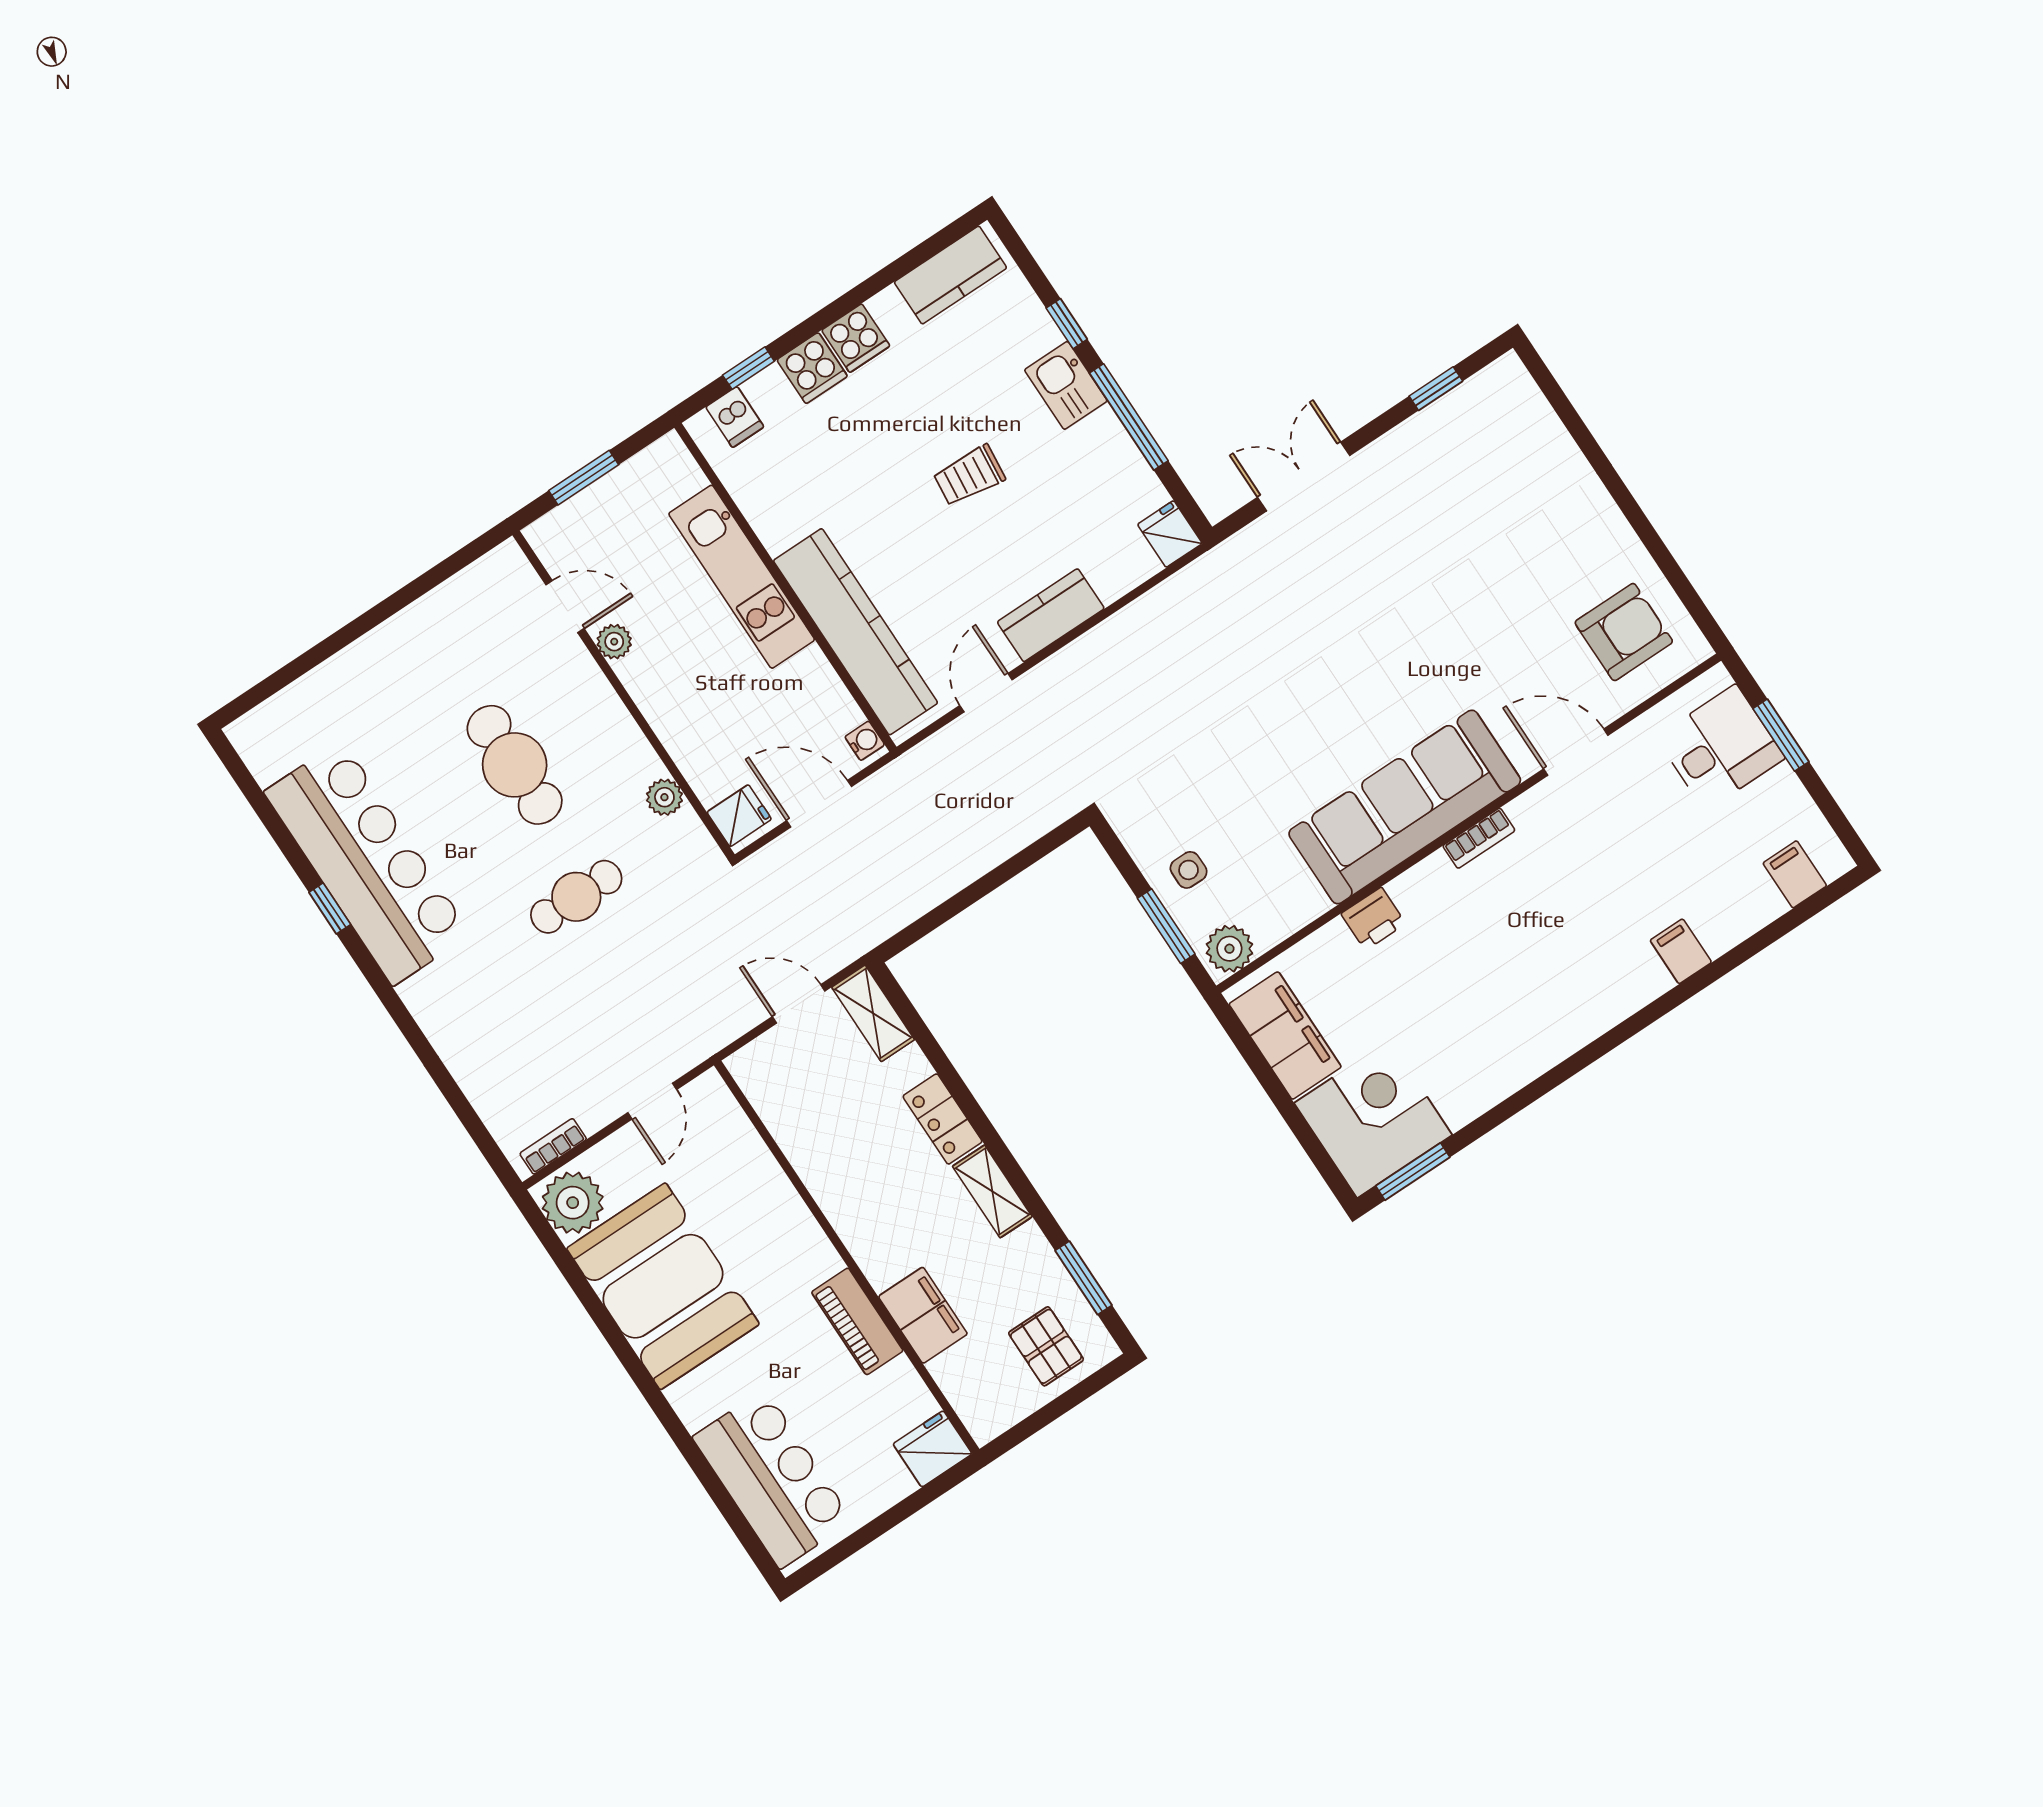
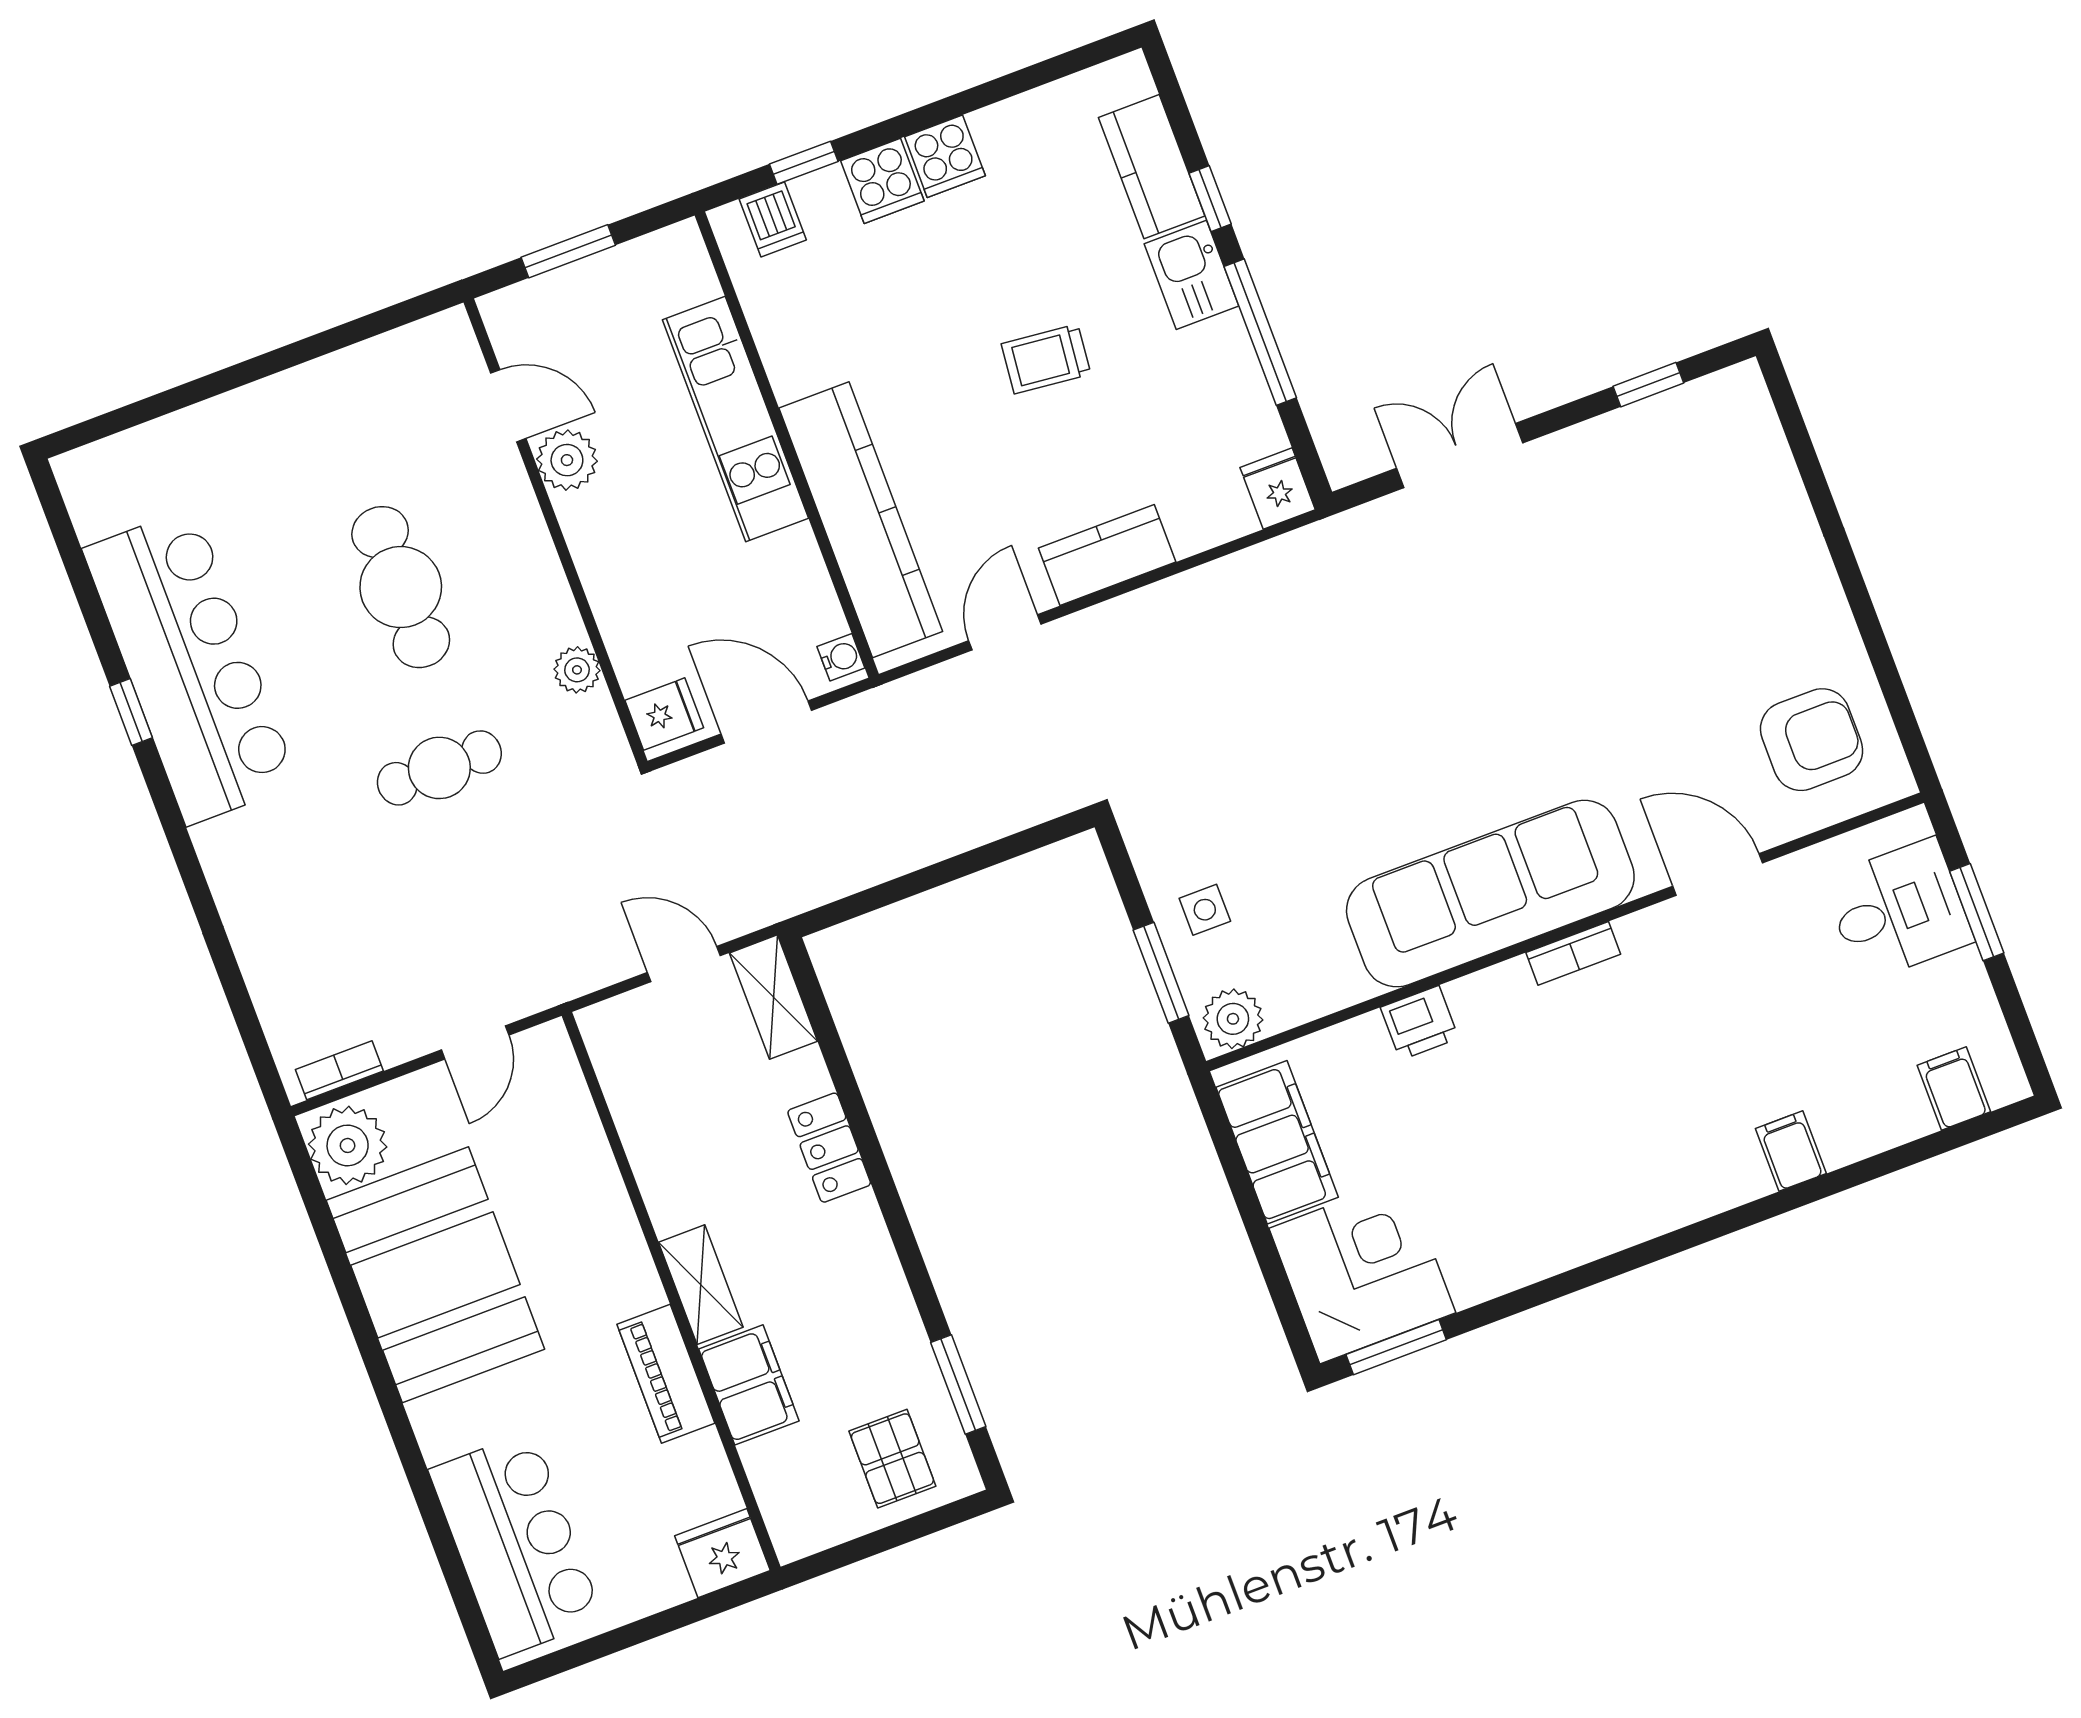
kitchen counter: (950, 275) -> (1152, 167), moved, turned 90
plant: (614, 642) -> (567, 460), width x1.38, depth x1.38
shelving: (992, 1191) -> (701, 1285), moved

